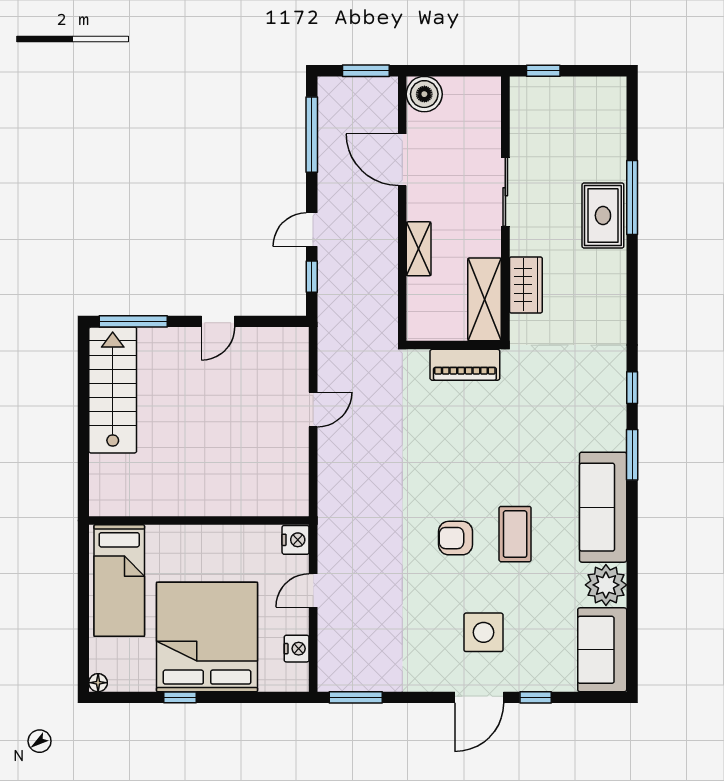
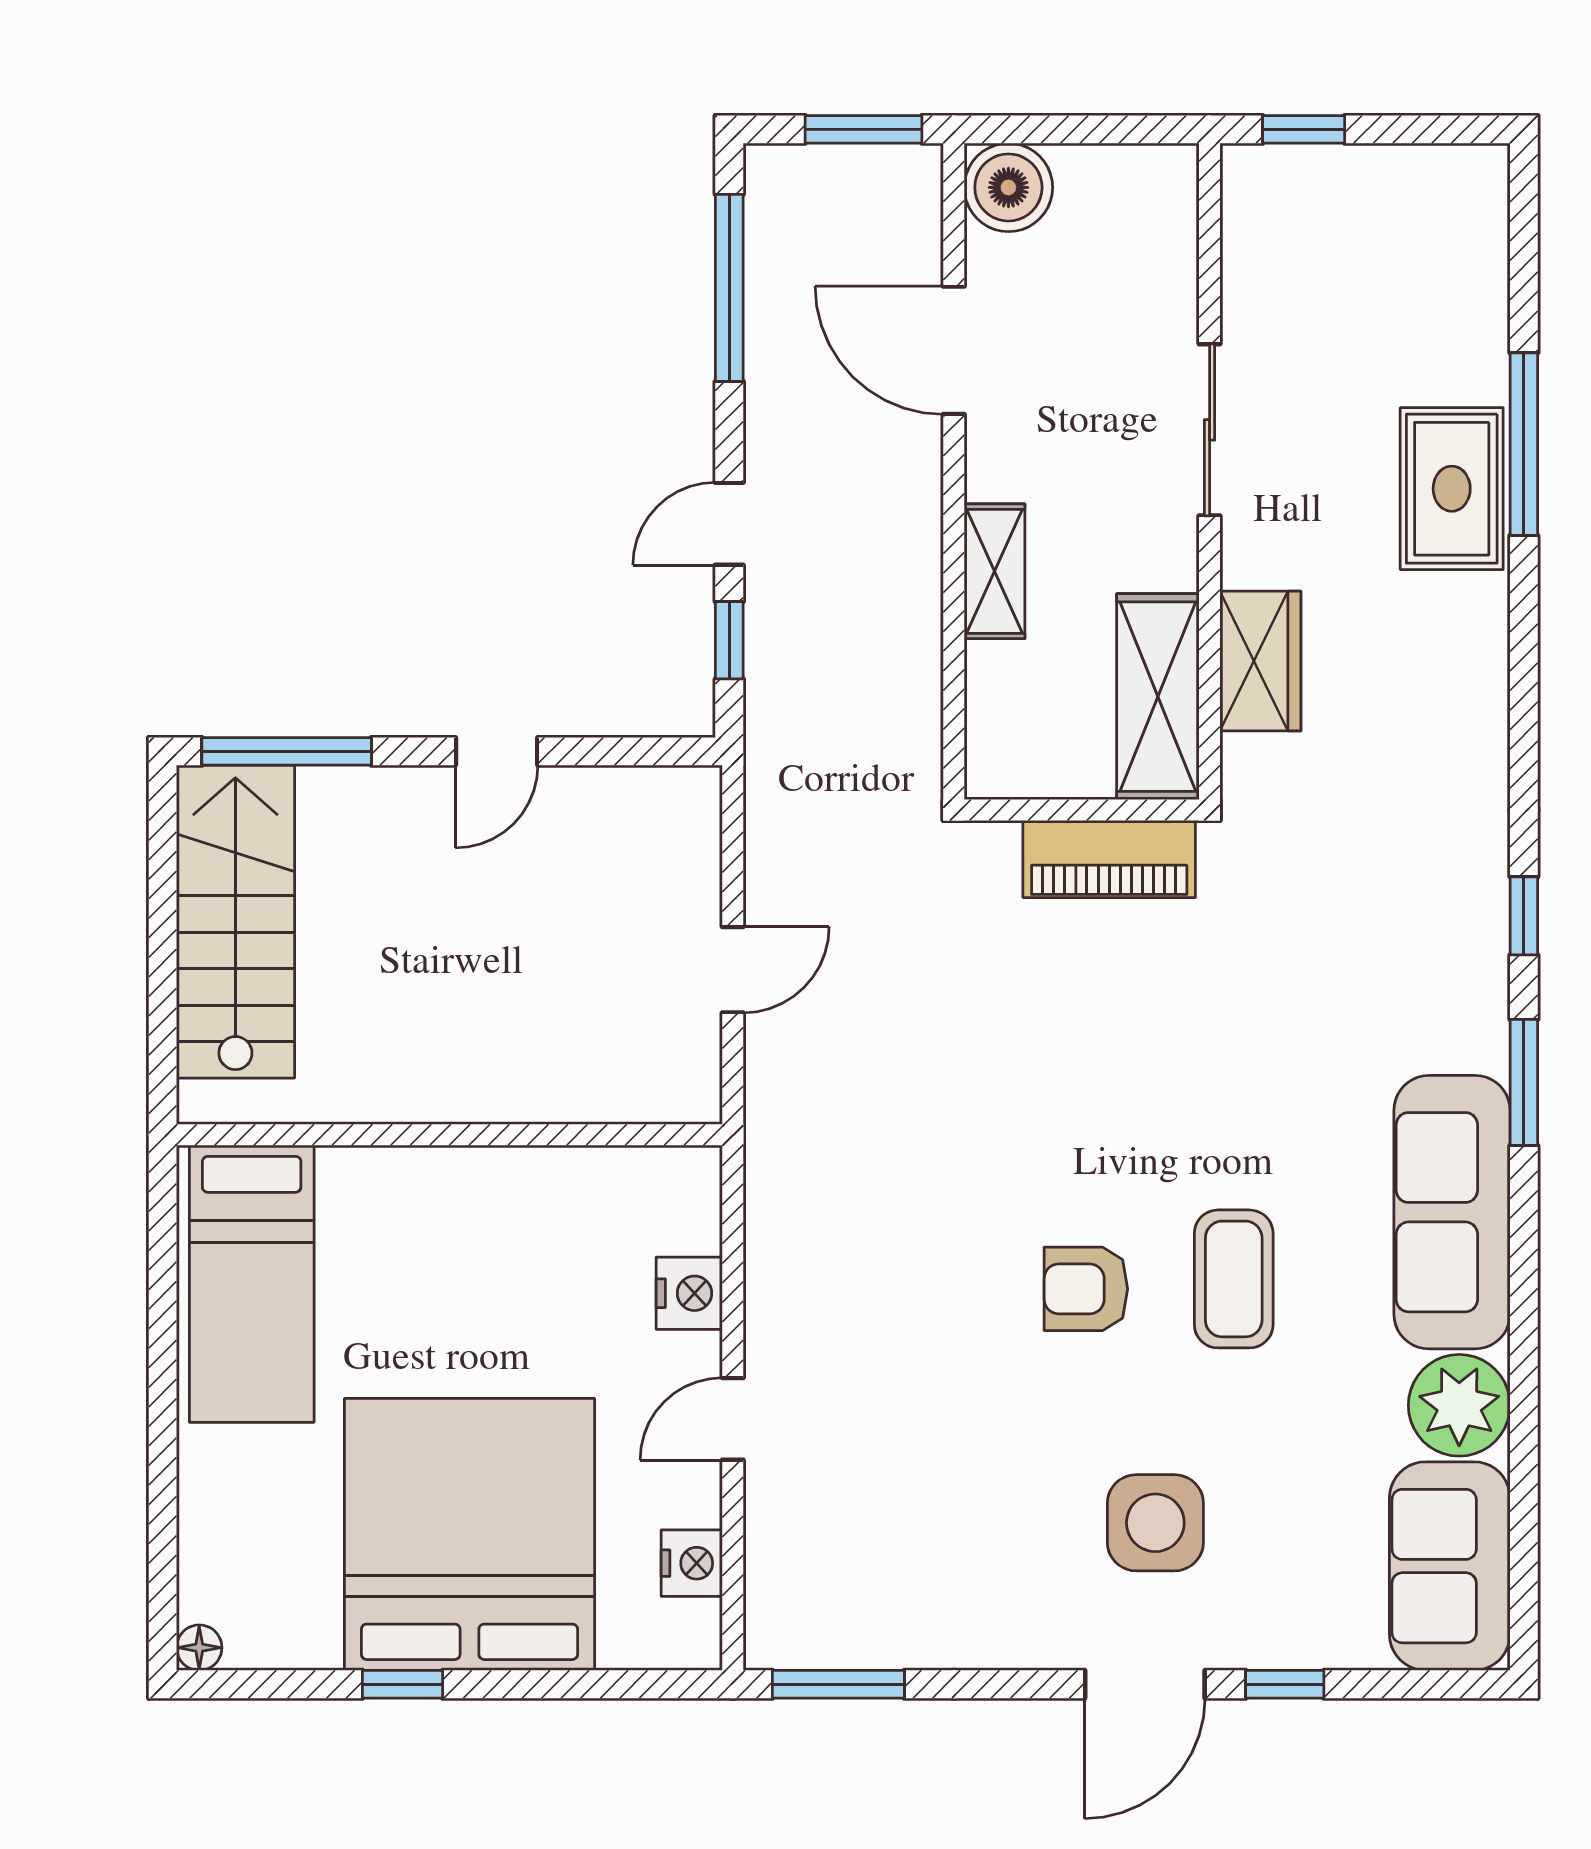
wall: (199, 521) -> (449, 1135), moved
bed: (119, 581) -> (252, 1284), moved

